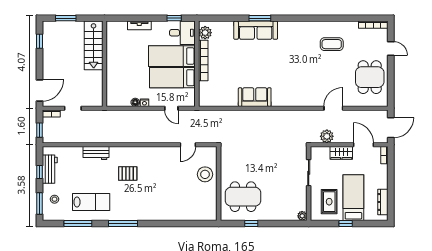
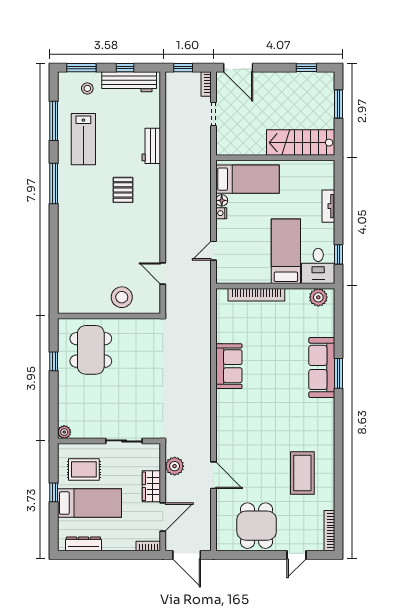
coffee table: (332, 44) -> (302, 473), width x1.36, depth x1.32
bookcase: (203, 61) -> (256, 295), moved
dining table: (370, 77) -> (257, 526), turned 90
bed: (172, 78) -> (248, 179), moved, turned 90
workbench: (50, 169) -> (129, 82), width x1.38

